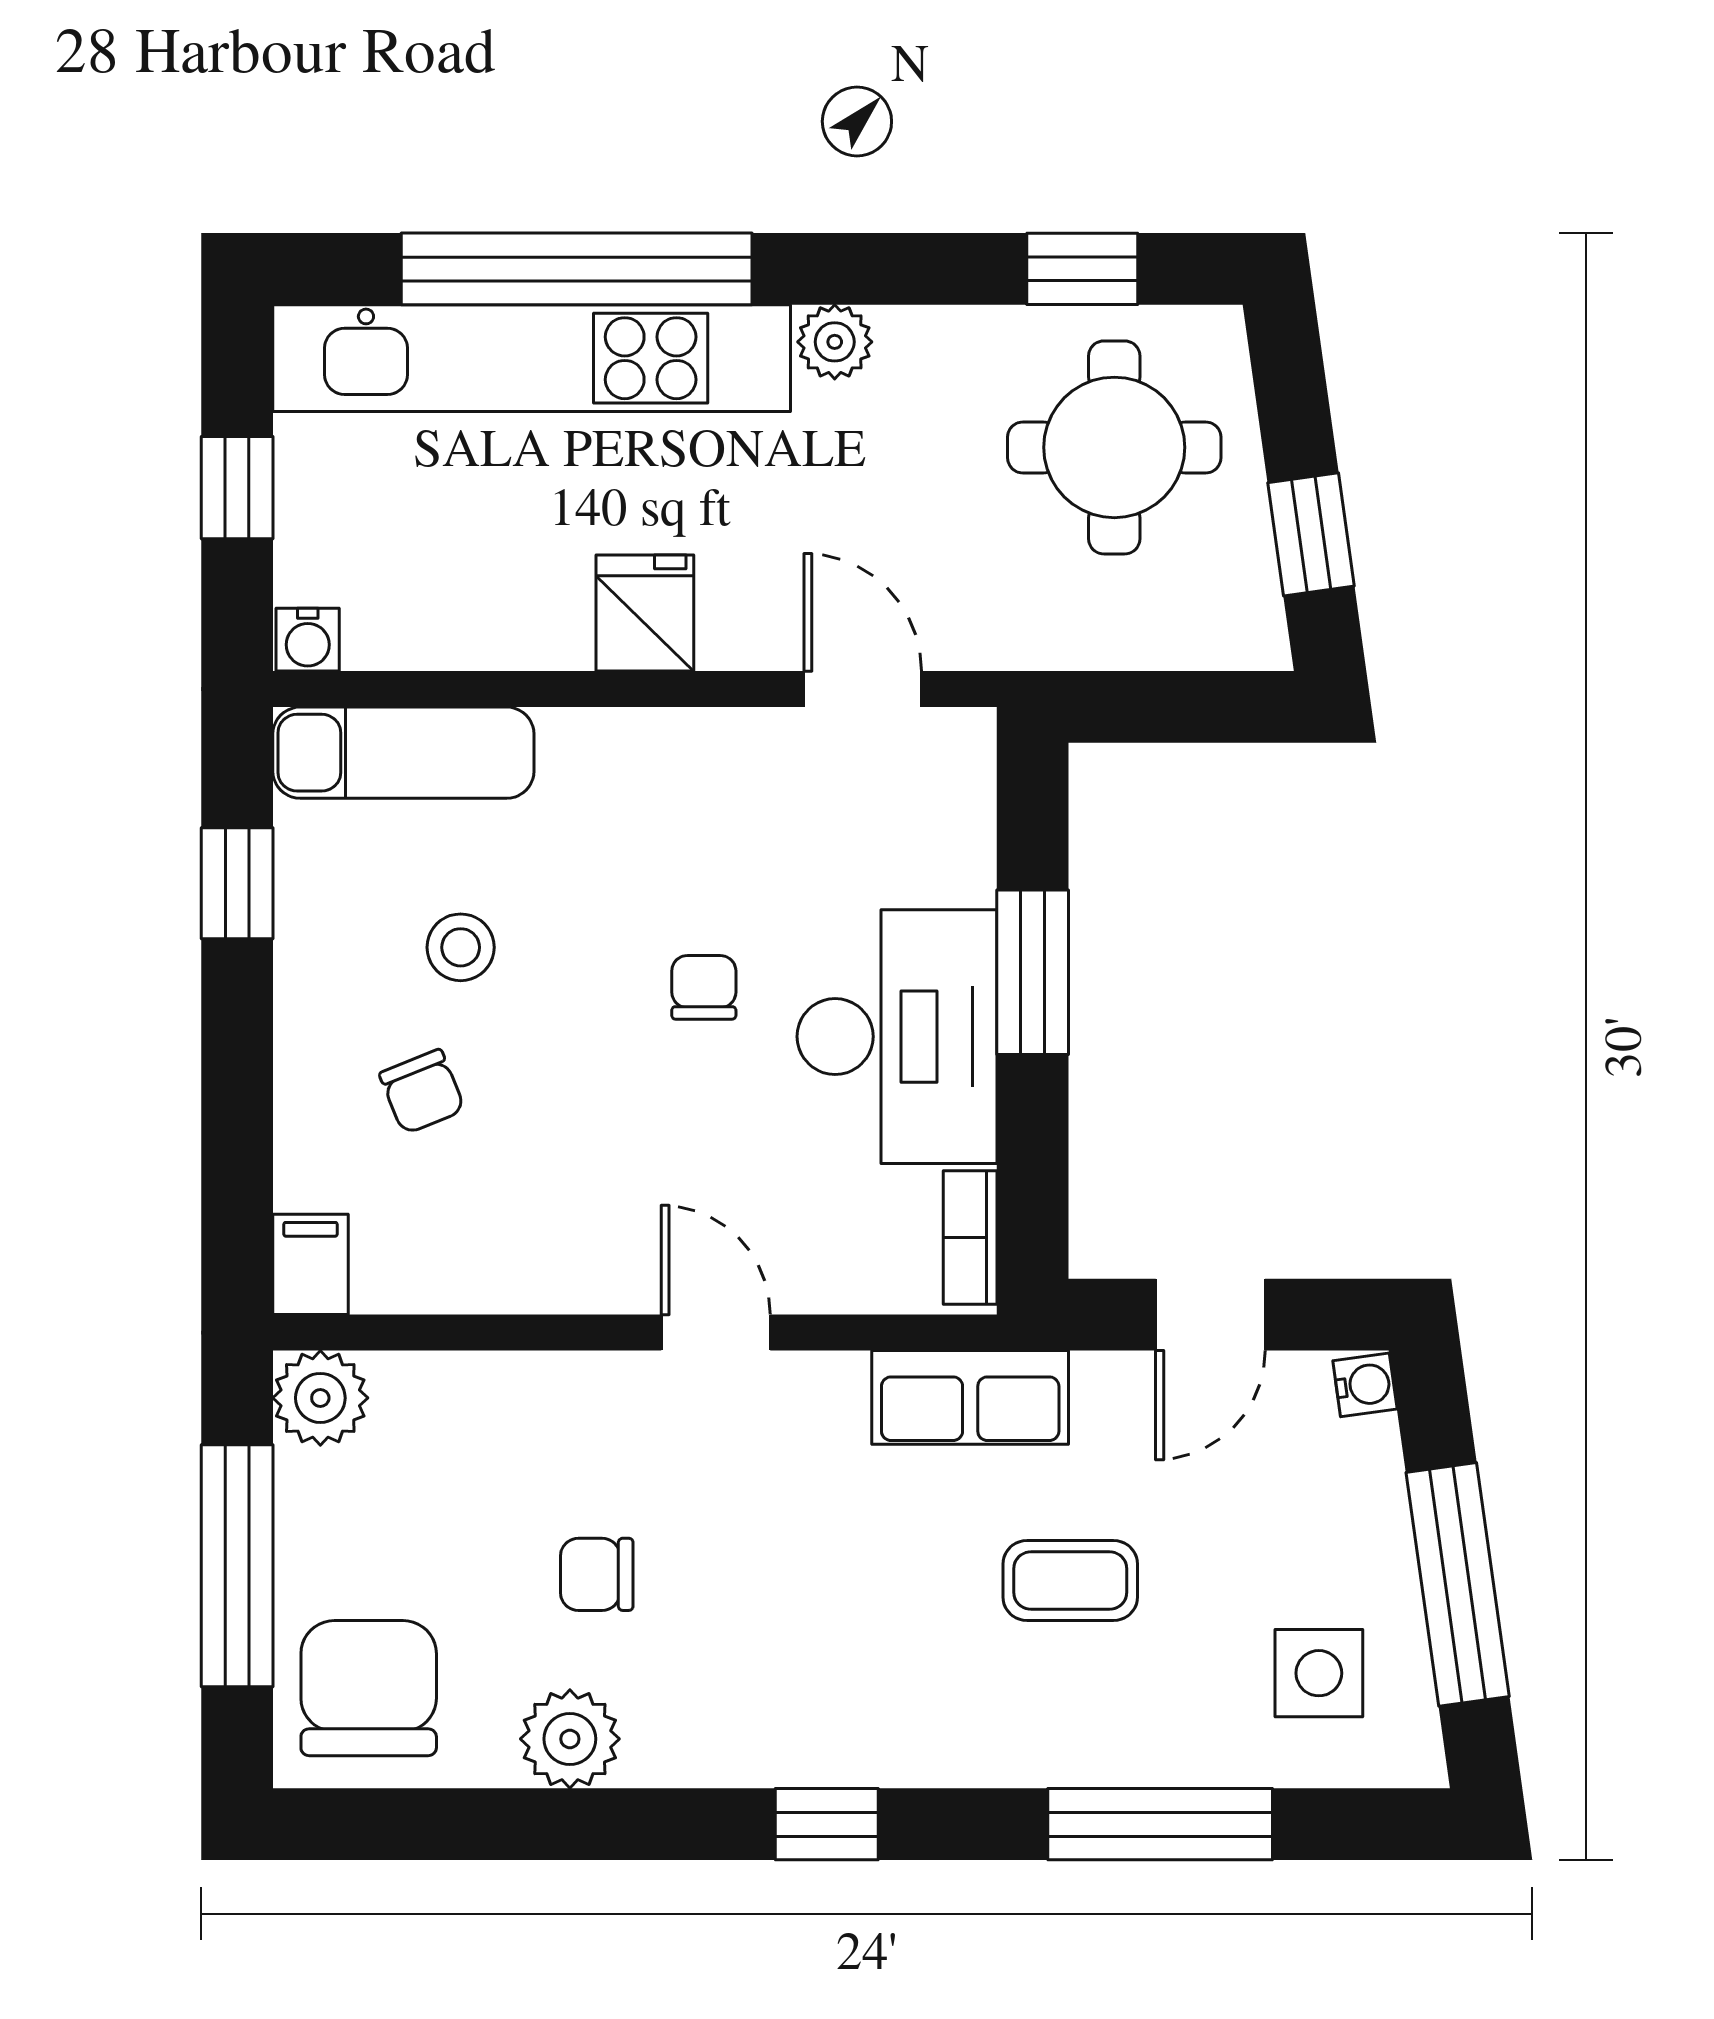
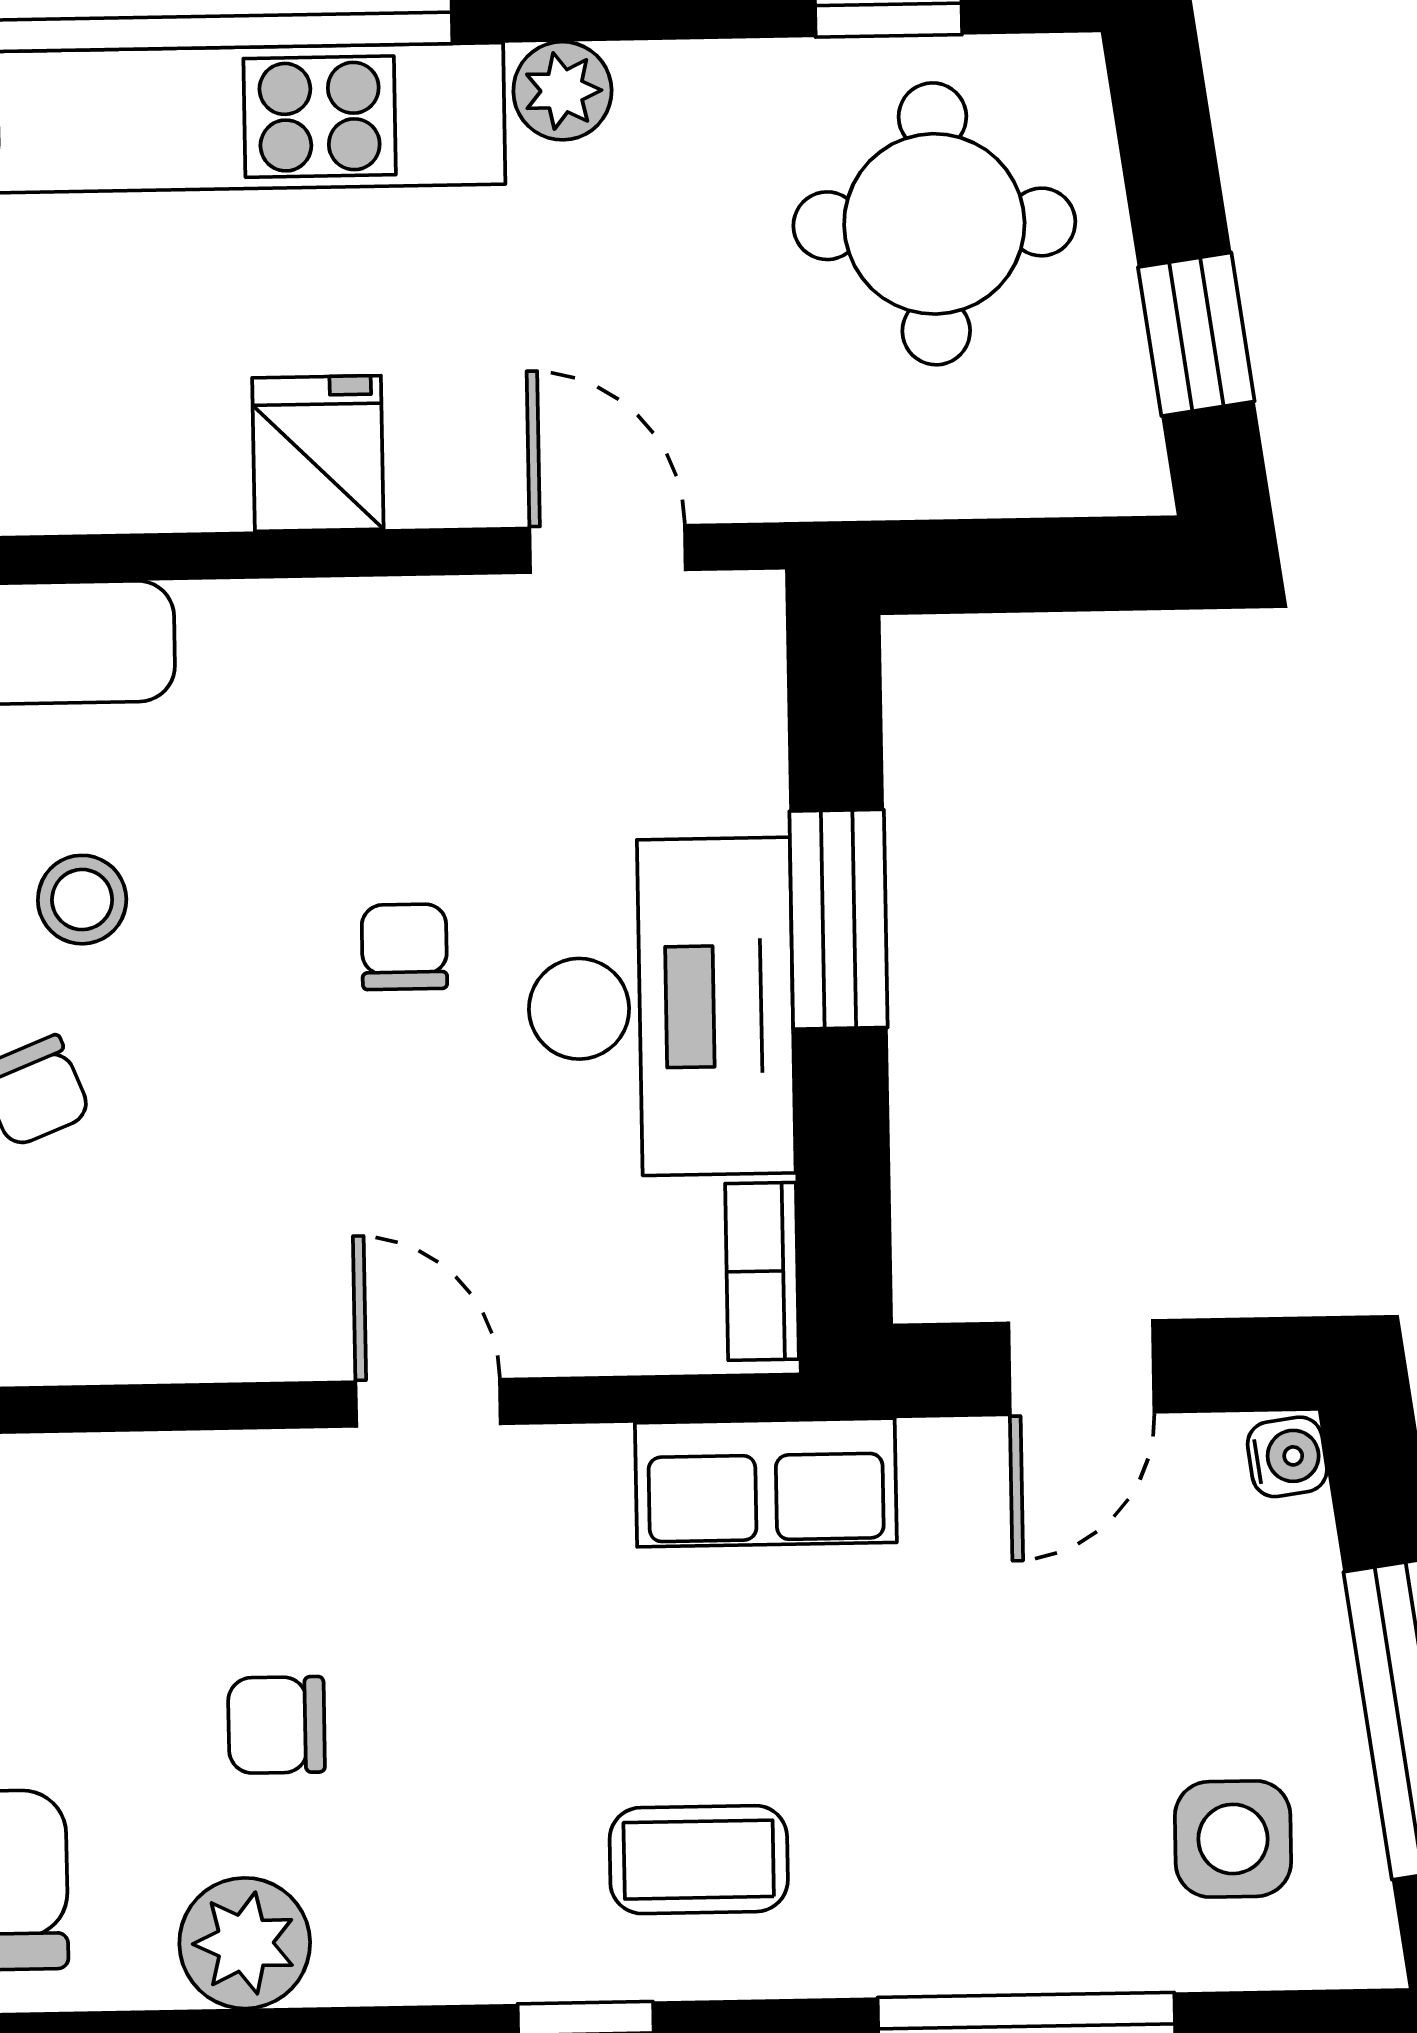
coffee table: (1070, 1581) -> (699, 1860), moved

